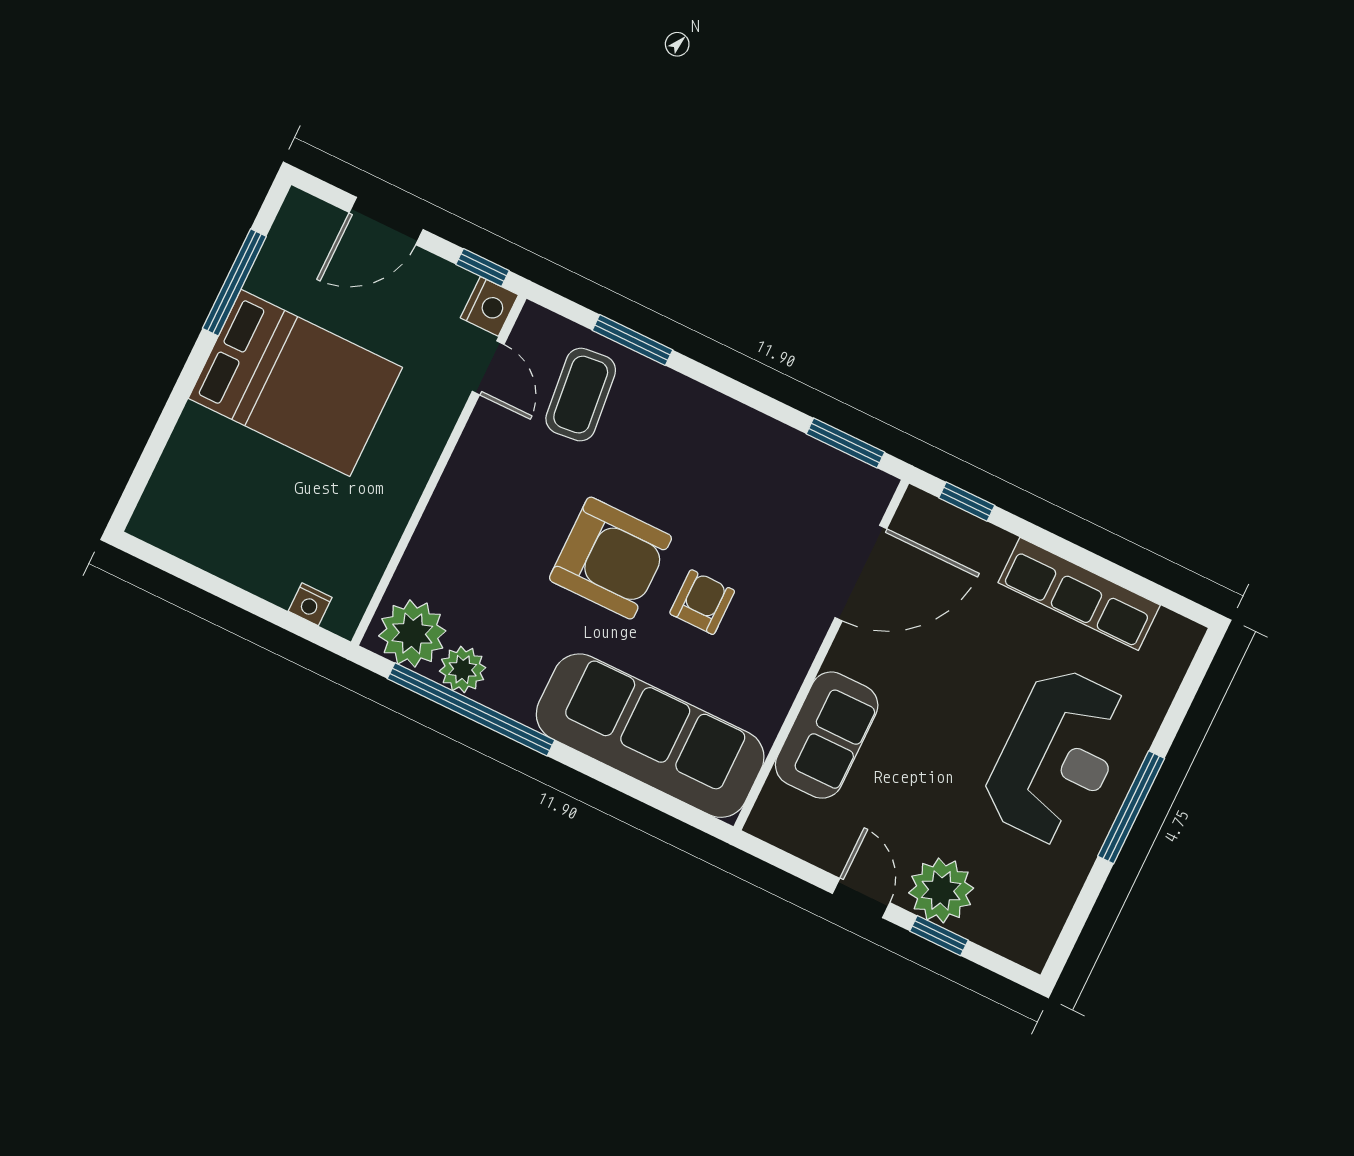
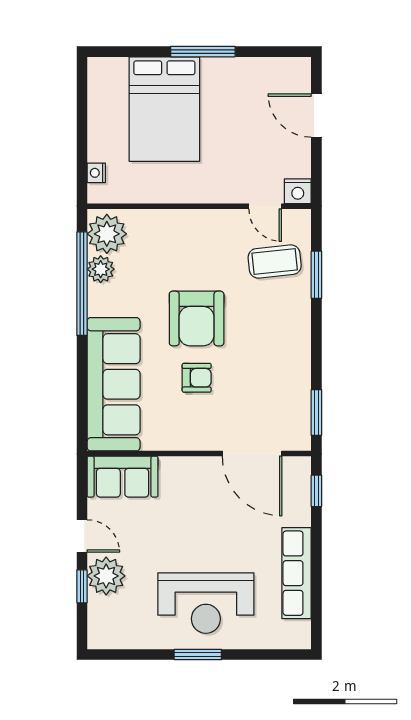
window: (482, 268) -> (316, 178), removed
window: (234, 282) -> (203, 52), moved
door: (488, 368) -> (265, 206), hinge flipped
bed: (295, 383) -> (164, 109), moved
sofa: (827, 735) -> (123, 477), moved
window: (1131, 807) -> (198, 654), width x0.69
door: (861, 898) -> (82, 536), hinge flipped

